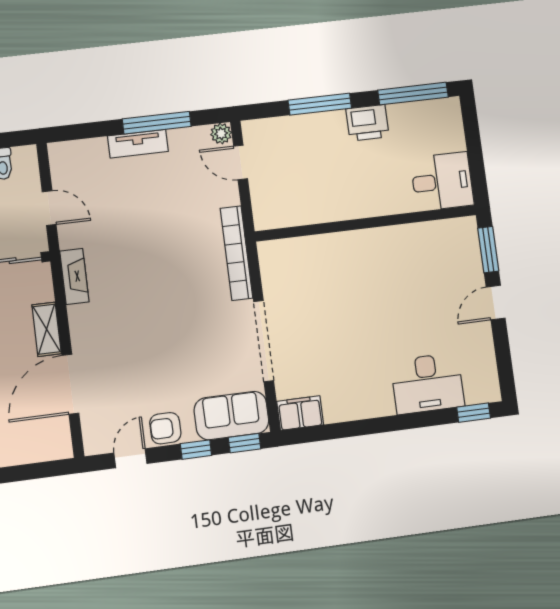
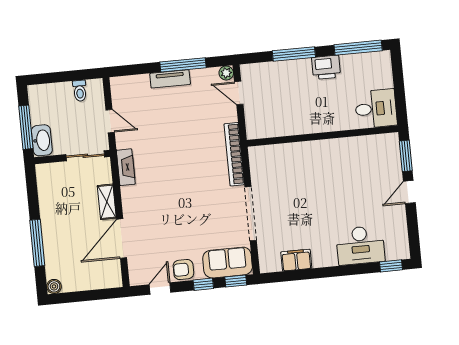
filing cabinet: (300, 413) -> (296, 260), moved

